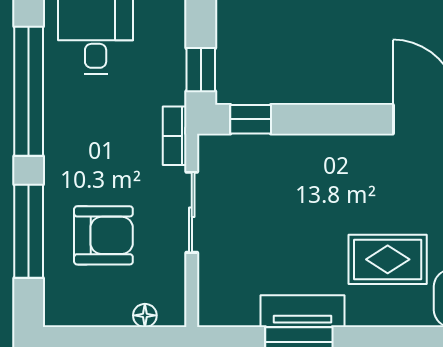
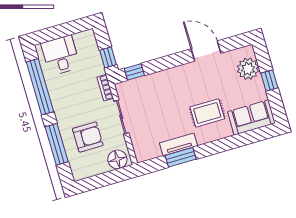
floor lamp: (145, 315) -> (117, 159), width x1.89, depth x1.89

